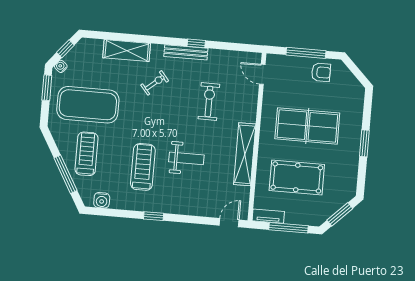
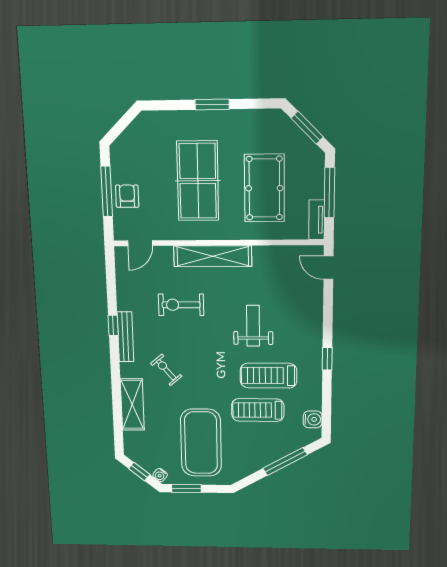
armchair: (321, 72) -> (127, 196), moved
treadmill: (87, 154) -> (258, 410), moved
shelving: (245, 154) -> (213, 256), moved

